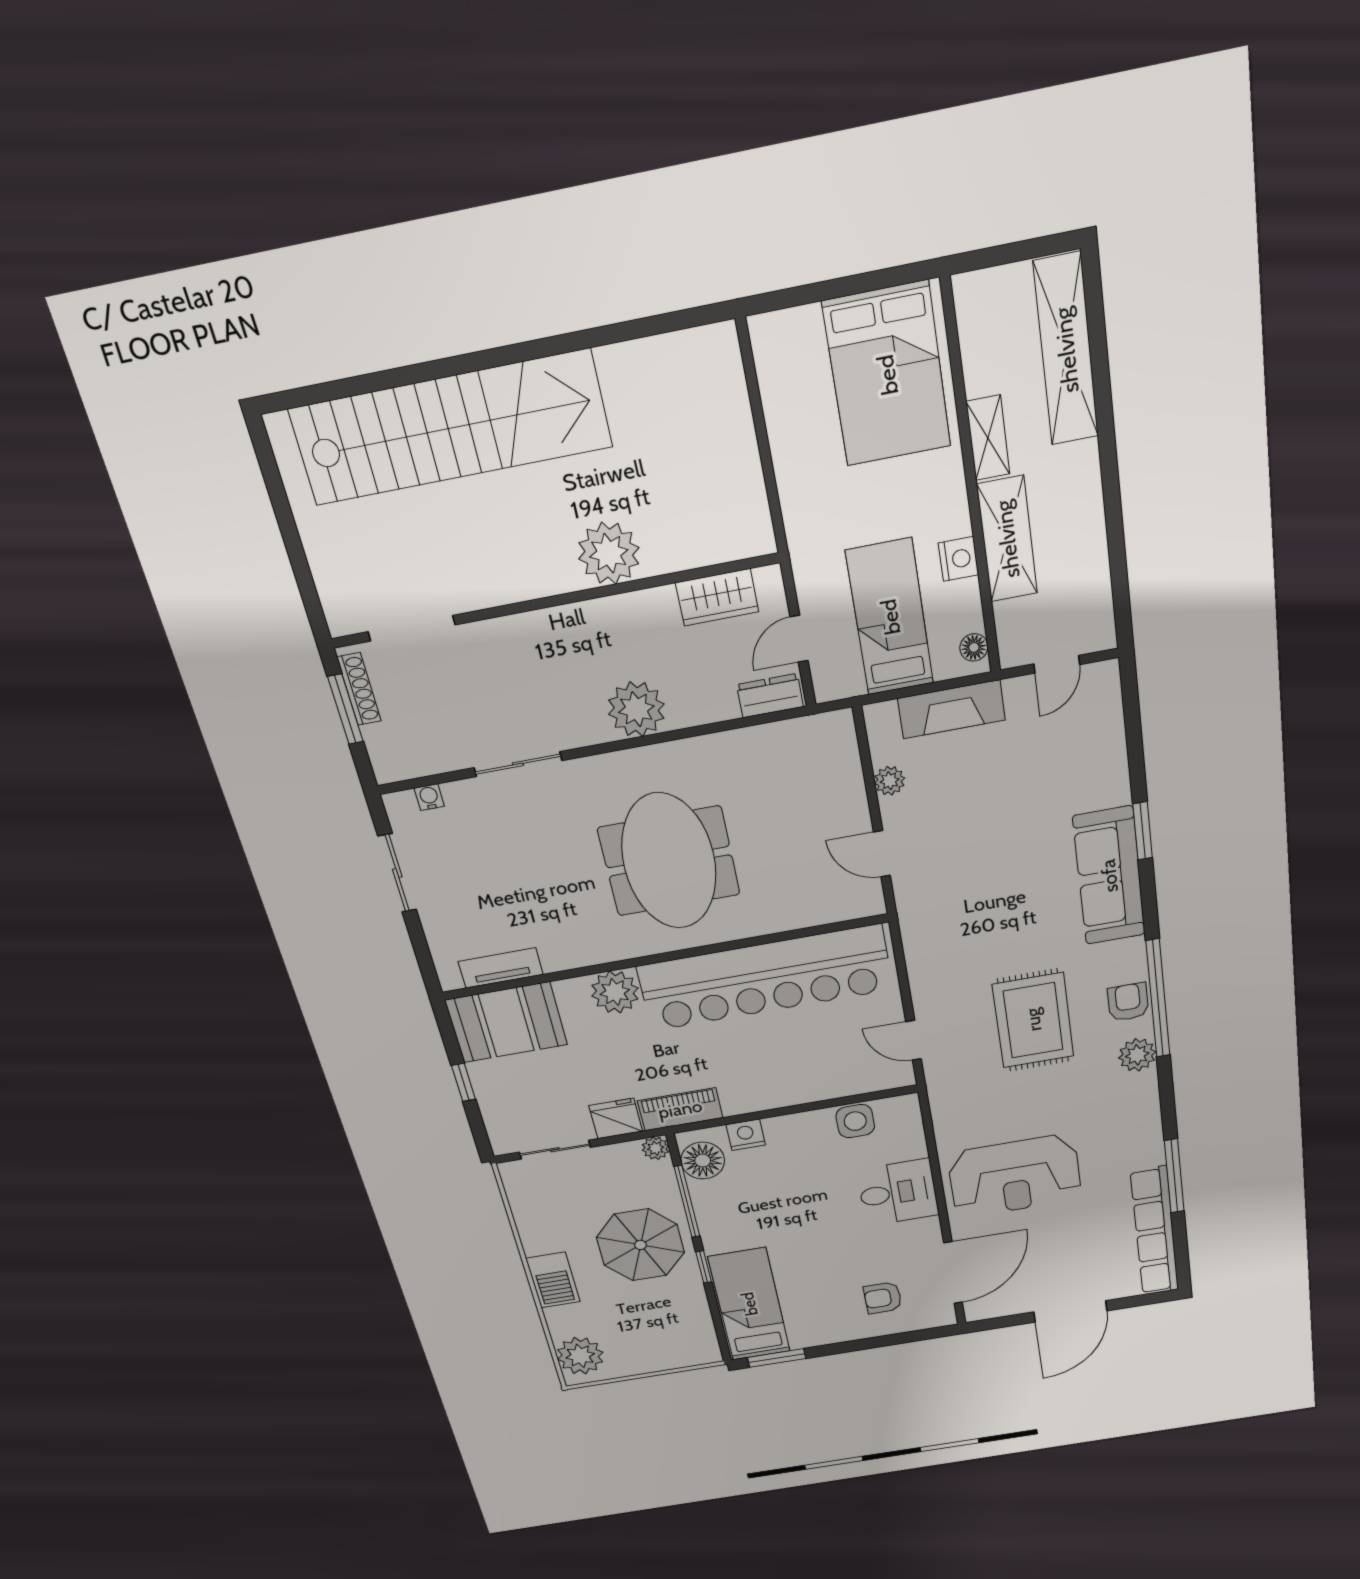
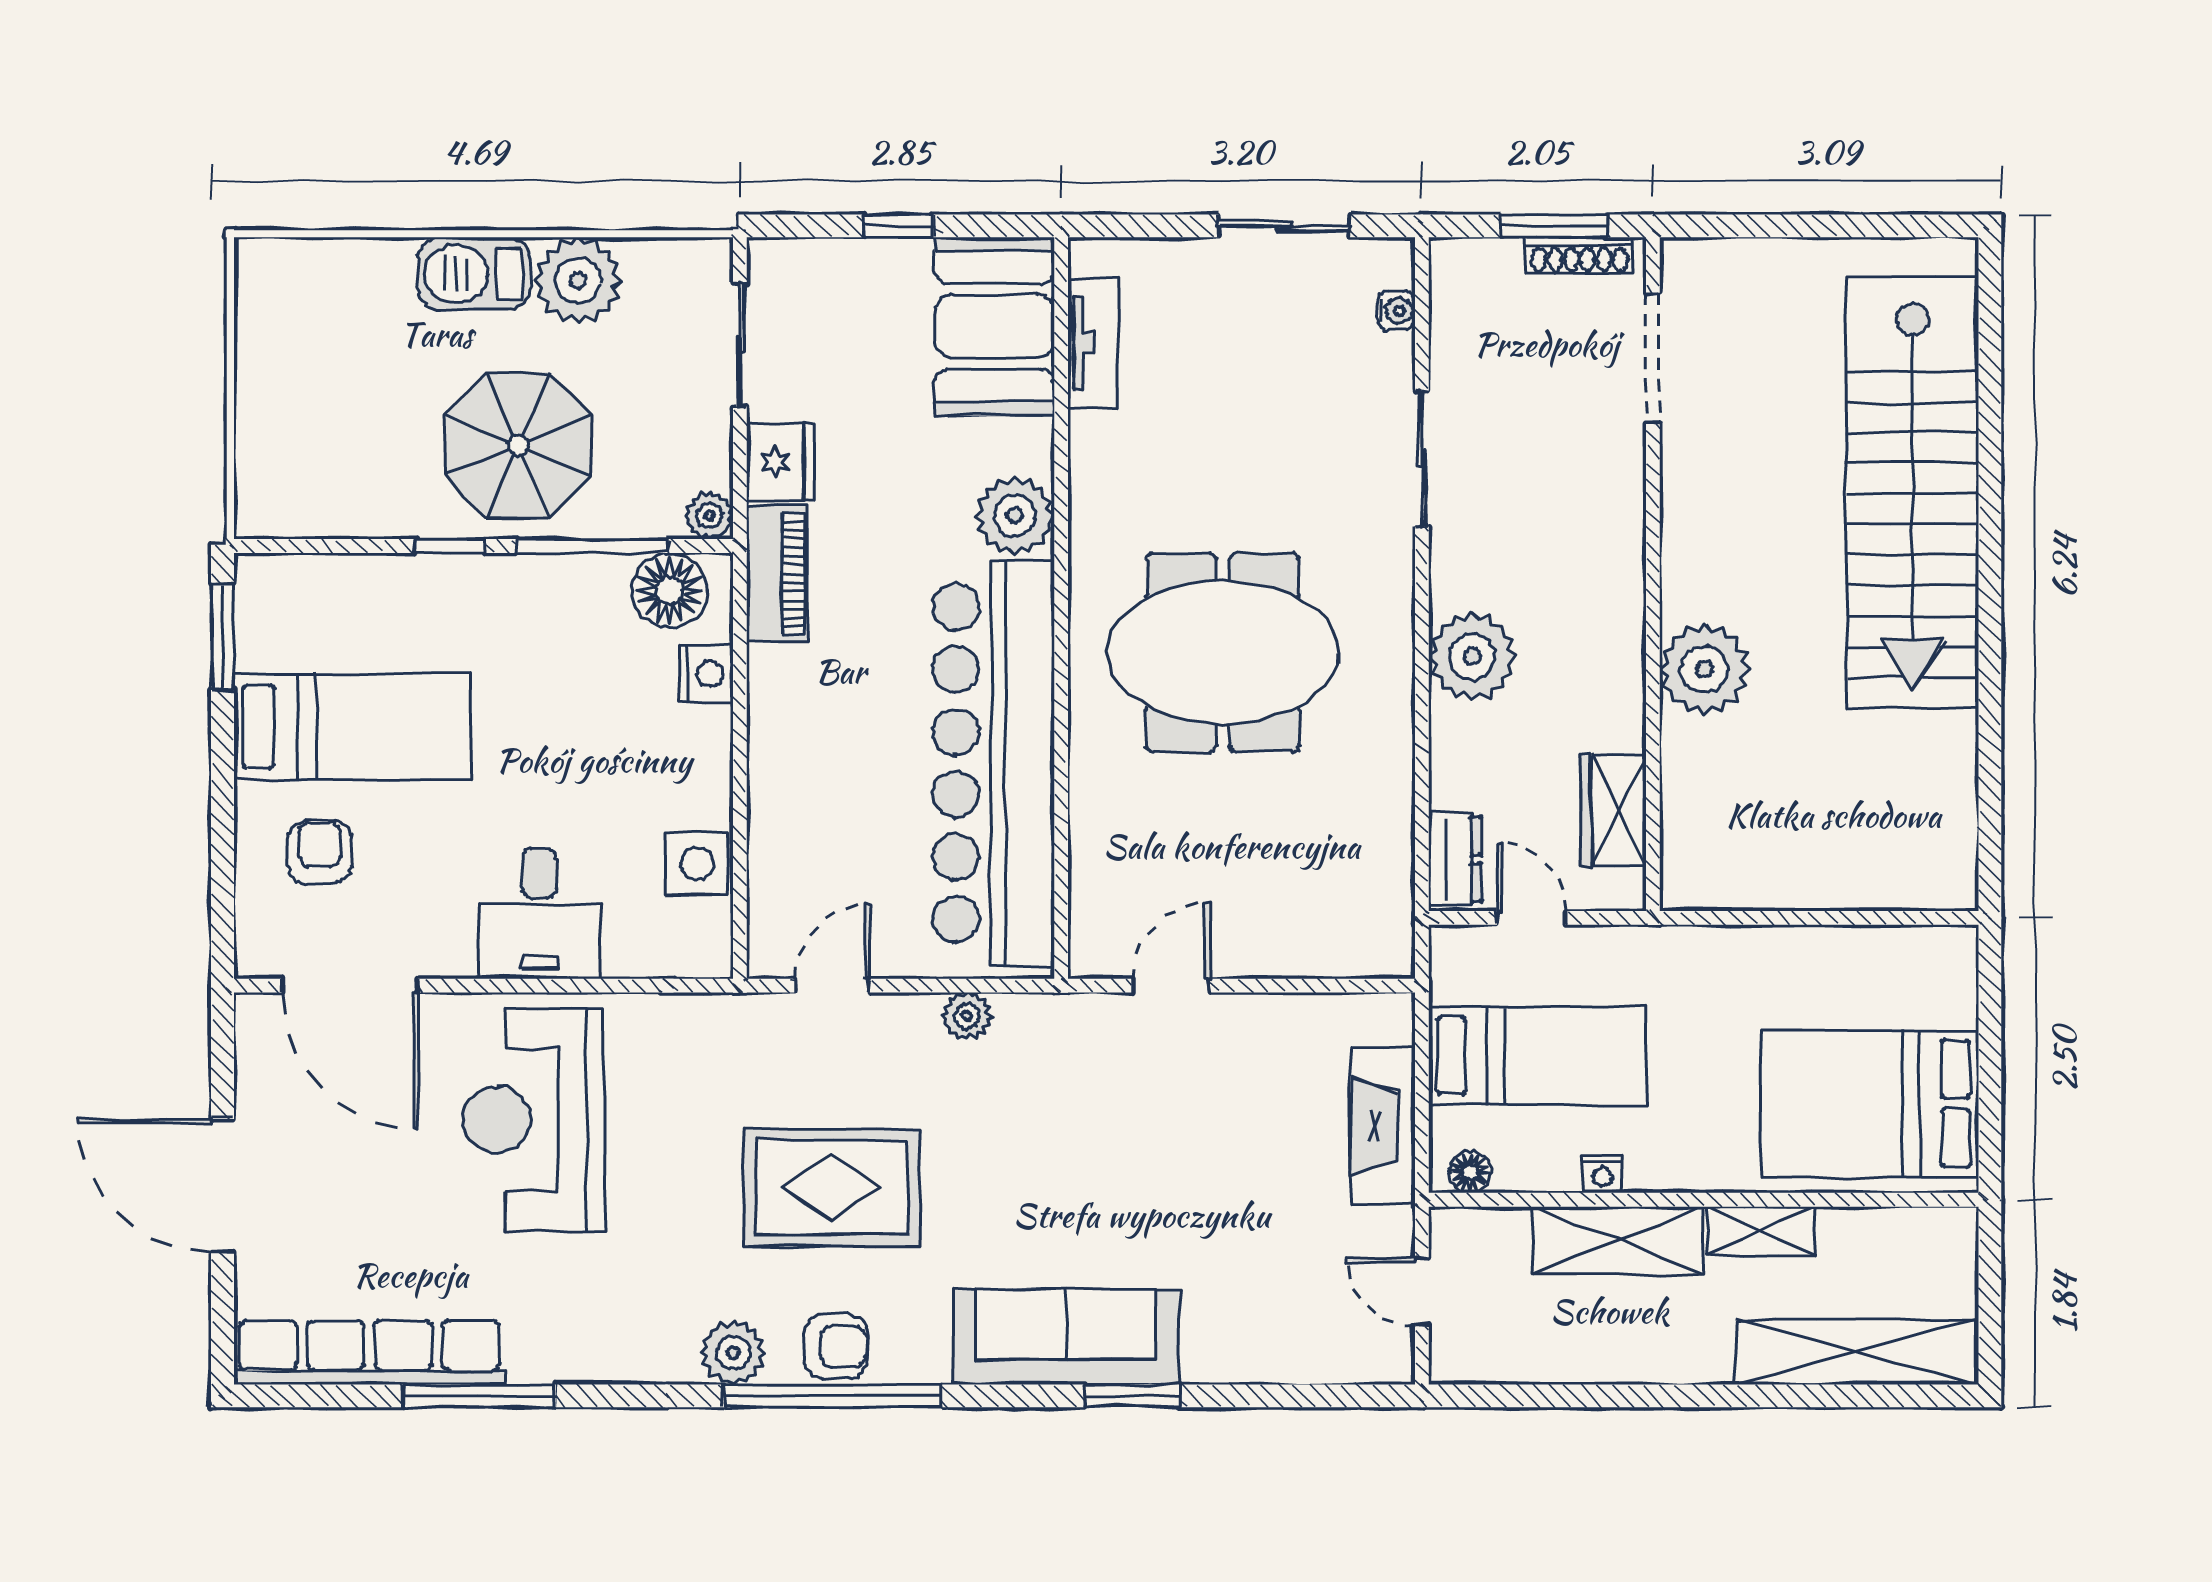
nightstand: (958, 559) -> (1603, 1174), width x0.72, depth x0.74
plant: (890, 781) -> (967, 1016), moved
bed: (749, 1304) -> (352, 726), moved
plant: (580, 1356) -> (578, 281), moved

